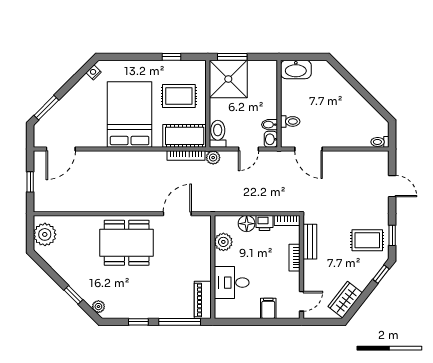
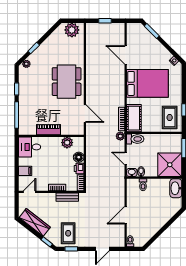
shower: (228, 79) -> (170, 165), moved
rug: (179, 96) -> (170, 118), moved
door: (61, 149) -> (126, 55), moved
door: (308, 149) -> (126, 215), moved
desk: (232, 283) -> (30, 147), moved, turned -90
piano: (203, 300) -> (49, 130), moved
wardrobe: (345, 300) -> (35, 222), width x1.50
door: (302, 301) -> (30, 192), swing flipped

